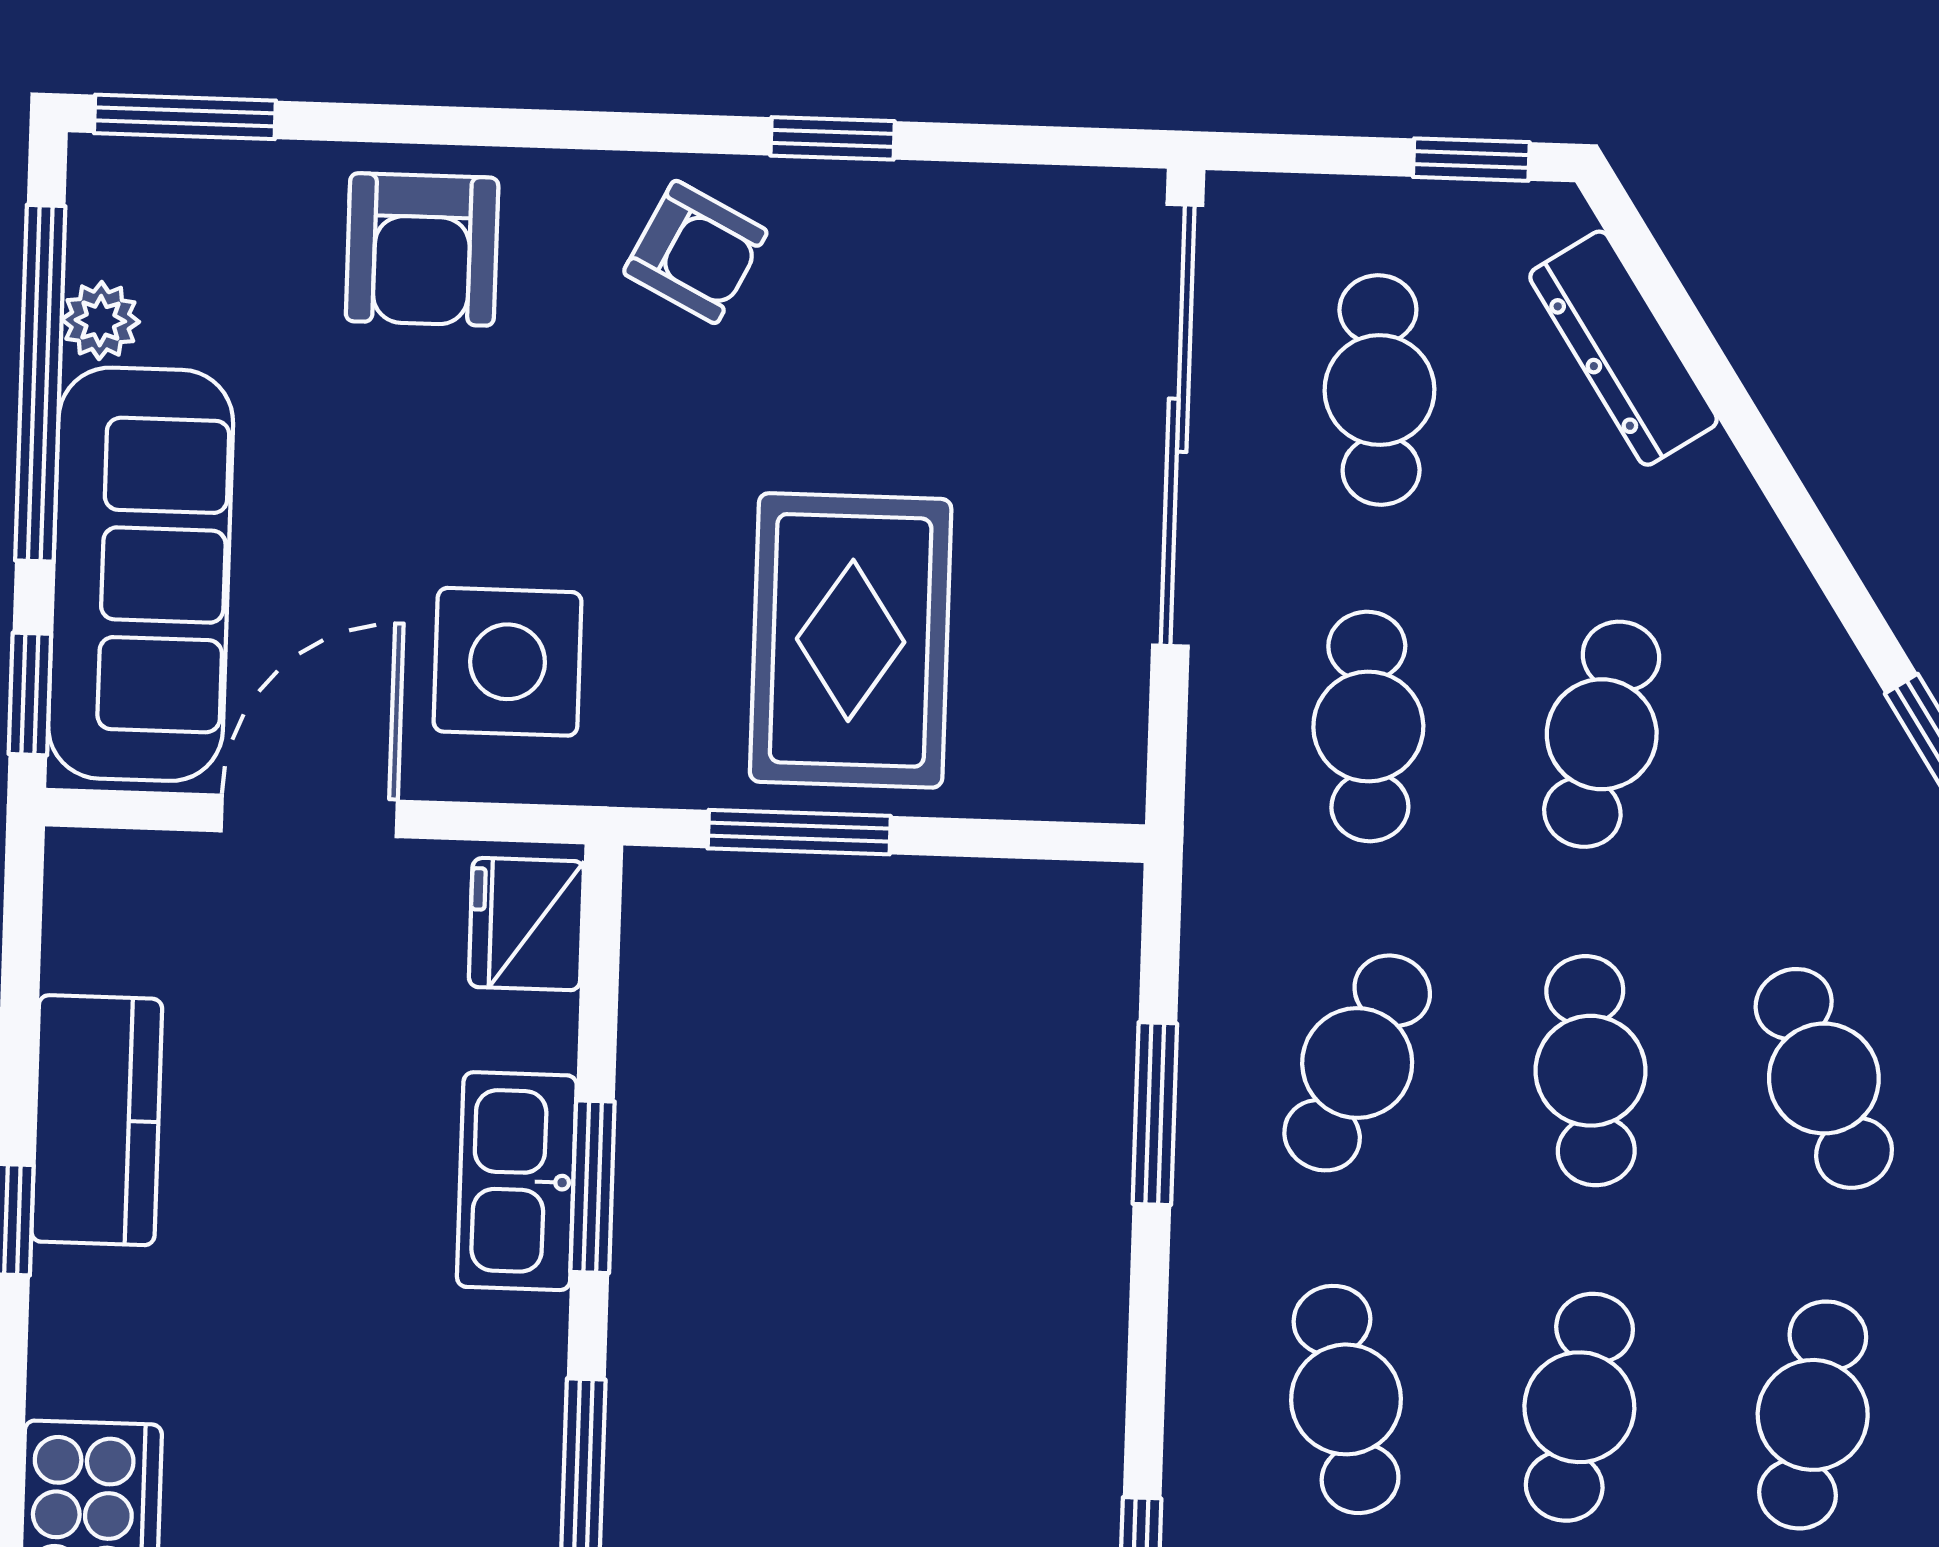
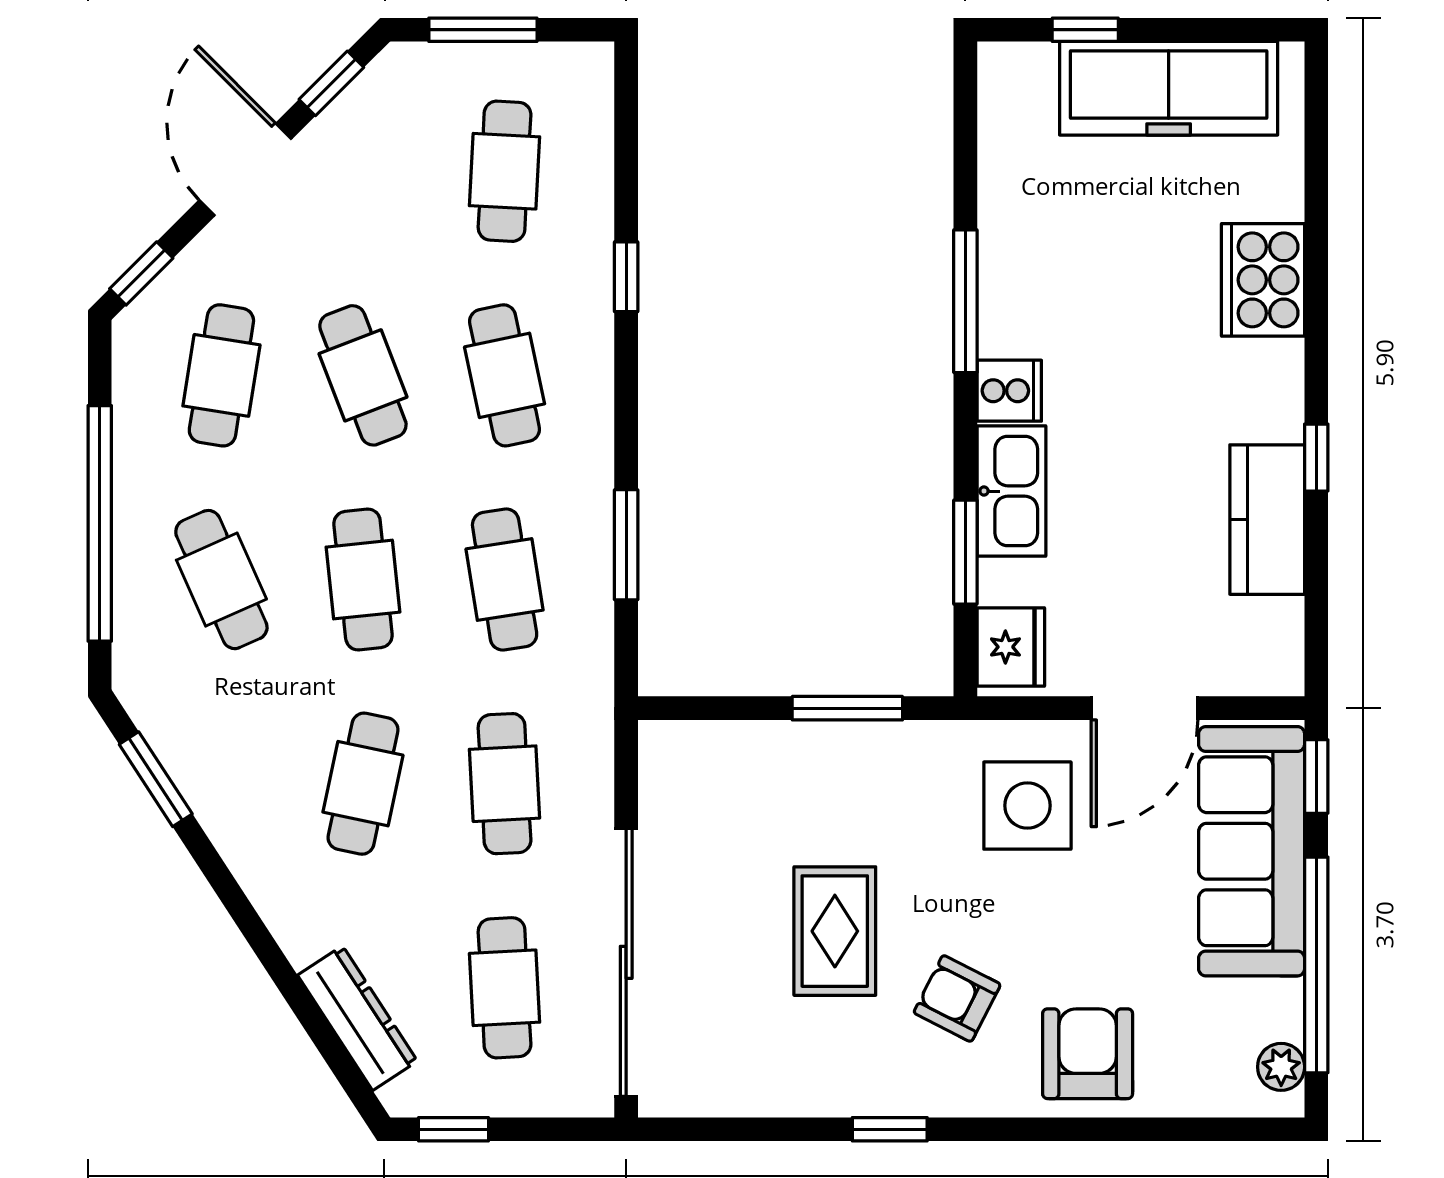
window: (185, 117) -> (1234, 1129), removed
window: (833, 138) -> (890, 1129), moved
armchair: (695, 252) -> (957, 998), moved
plant: (100, 321) -> (1281, 1067), moved
rug: (851, 640) -> (835, 931), moved, width x0.73, depth x0.70
cafe table: (1357, 1063) -> (505, 580), turned -33
window: (593, 1187) -> (965, 552), moved
cooker: (515, 1347) -> (1009, 391), added
cafe table: (1579, 1407) -> (363, 375), turned -30

